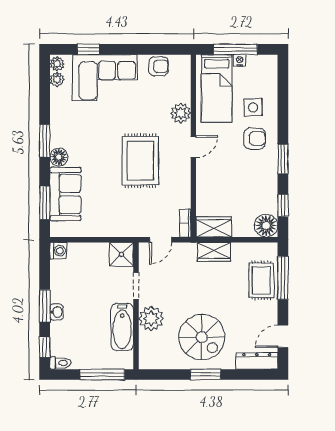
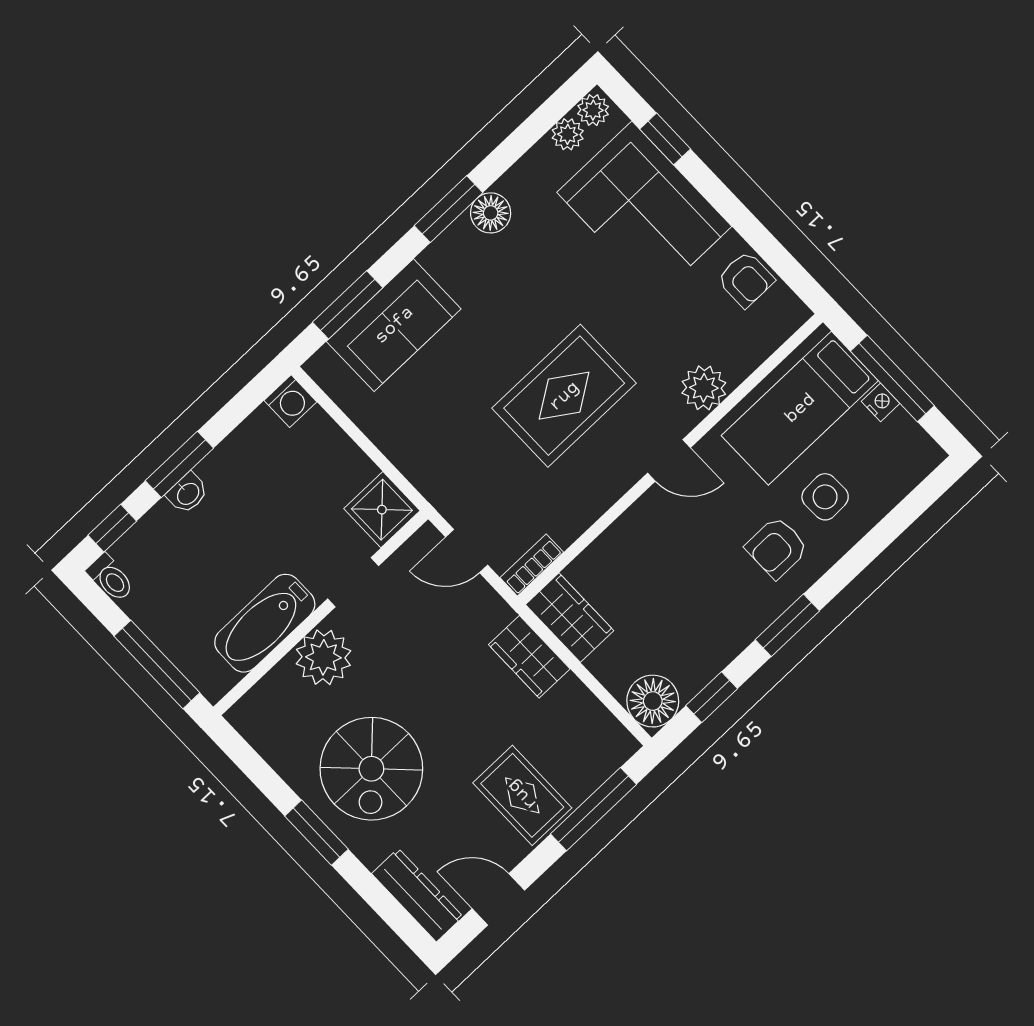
armchair: (255, 139) -> (777, 548), turned 90
floor lamp: (59, 157) -> (491, 213), moved
rug: (261, 280) -> (522, 795), moved, turned 90

